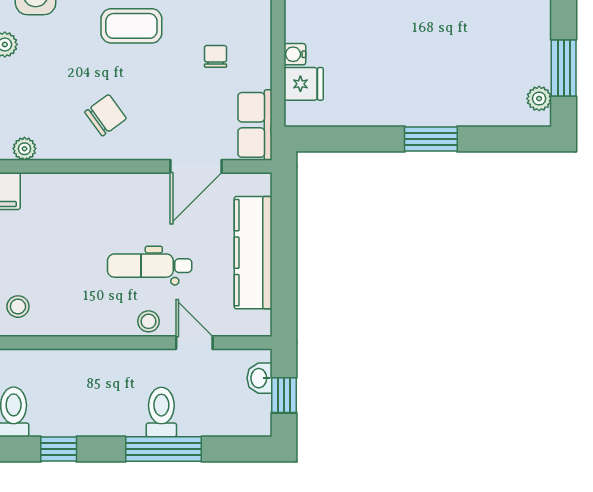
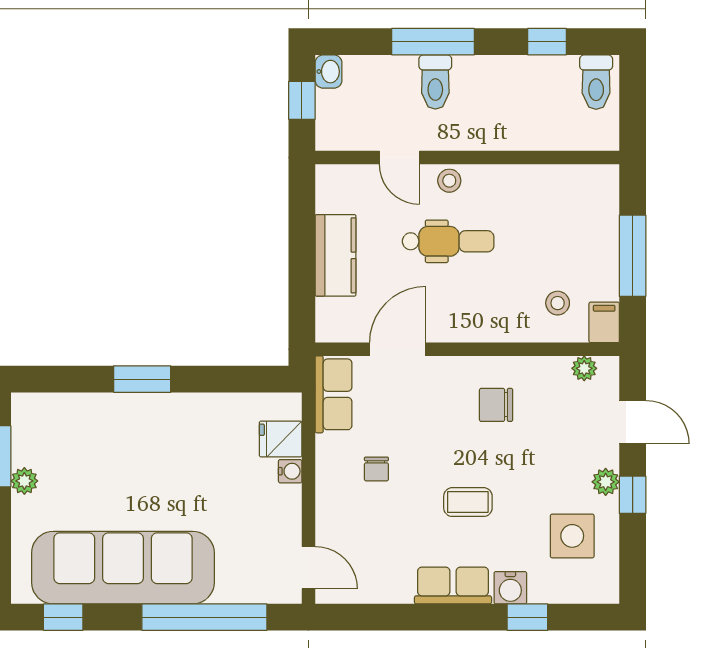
coffee table: (131, 26) -> (468, 502), width x0.73, depth x0.77
plant: (539, 99) -> (24, 481), moved
chair: (106, 115) -> (496, 405), turned 36
kitchen counter: (253, 253) -> (336, 255), width x0.67
stool: (18, 307) -> (558, 303), moved
washbasin: (260, 378) -> (329, 72), moved

